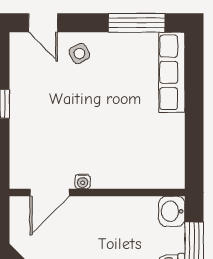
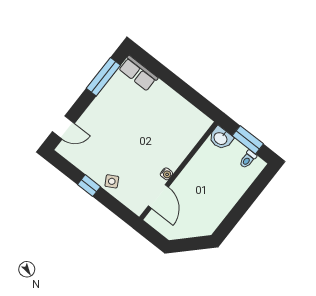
side table: (79, 54) -> (112, 181), moved
row of seats: (172, 72) -> (138, 73), width x0.68

